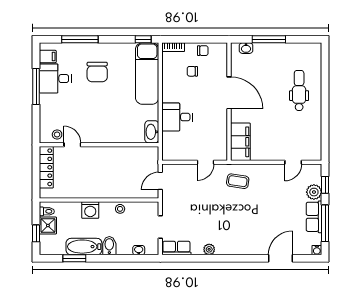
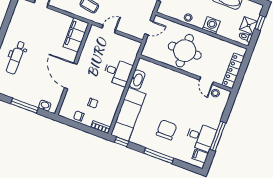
window: (80, 39) -> (159, 156), moved
washbasin: (152, 132) -> (137, 80), moved
round table: (110, 170) -> (185, 51), added

